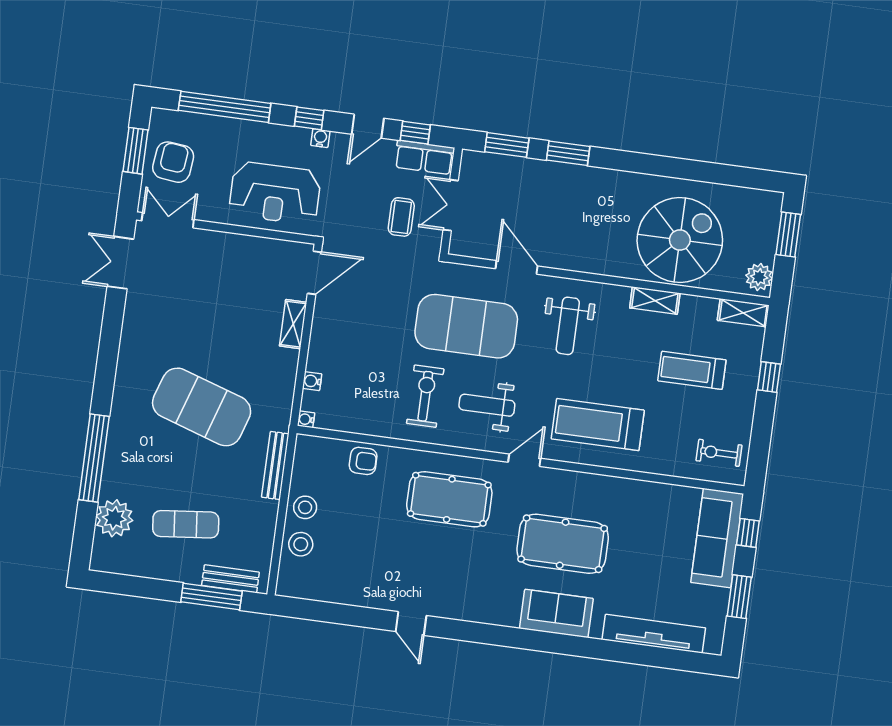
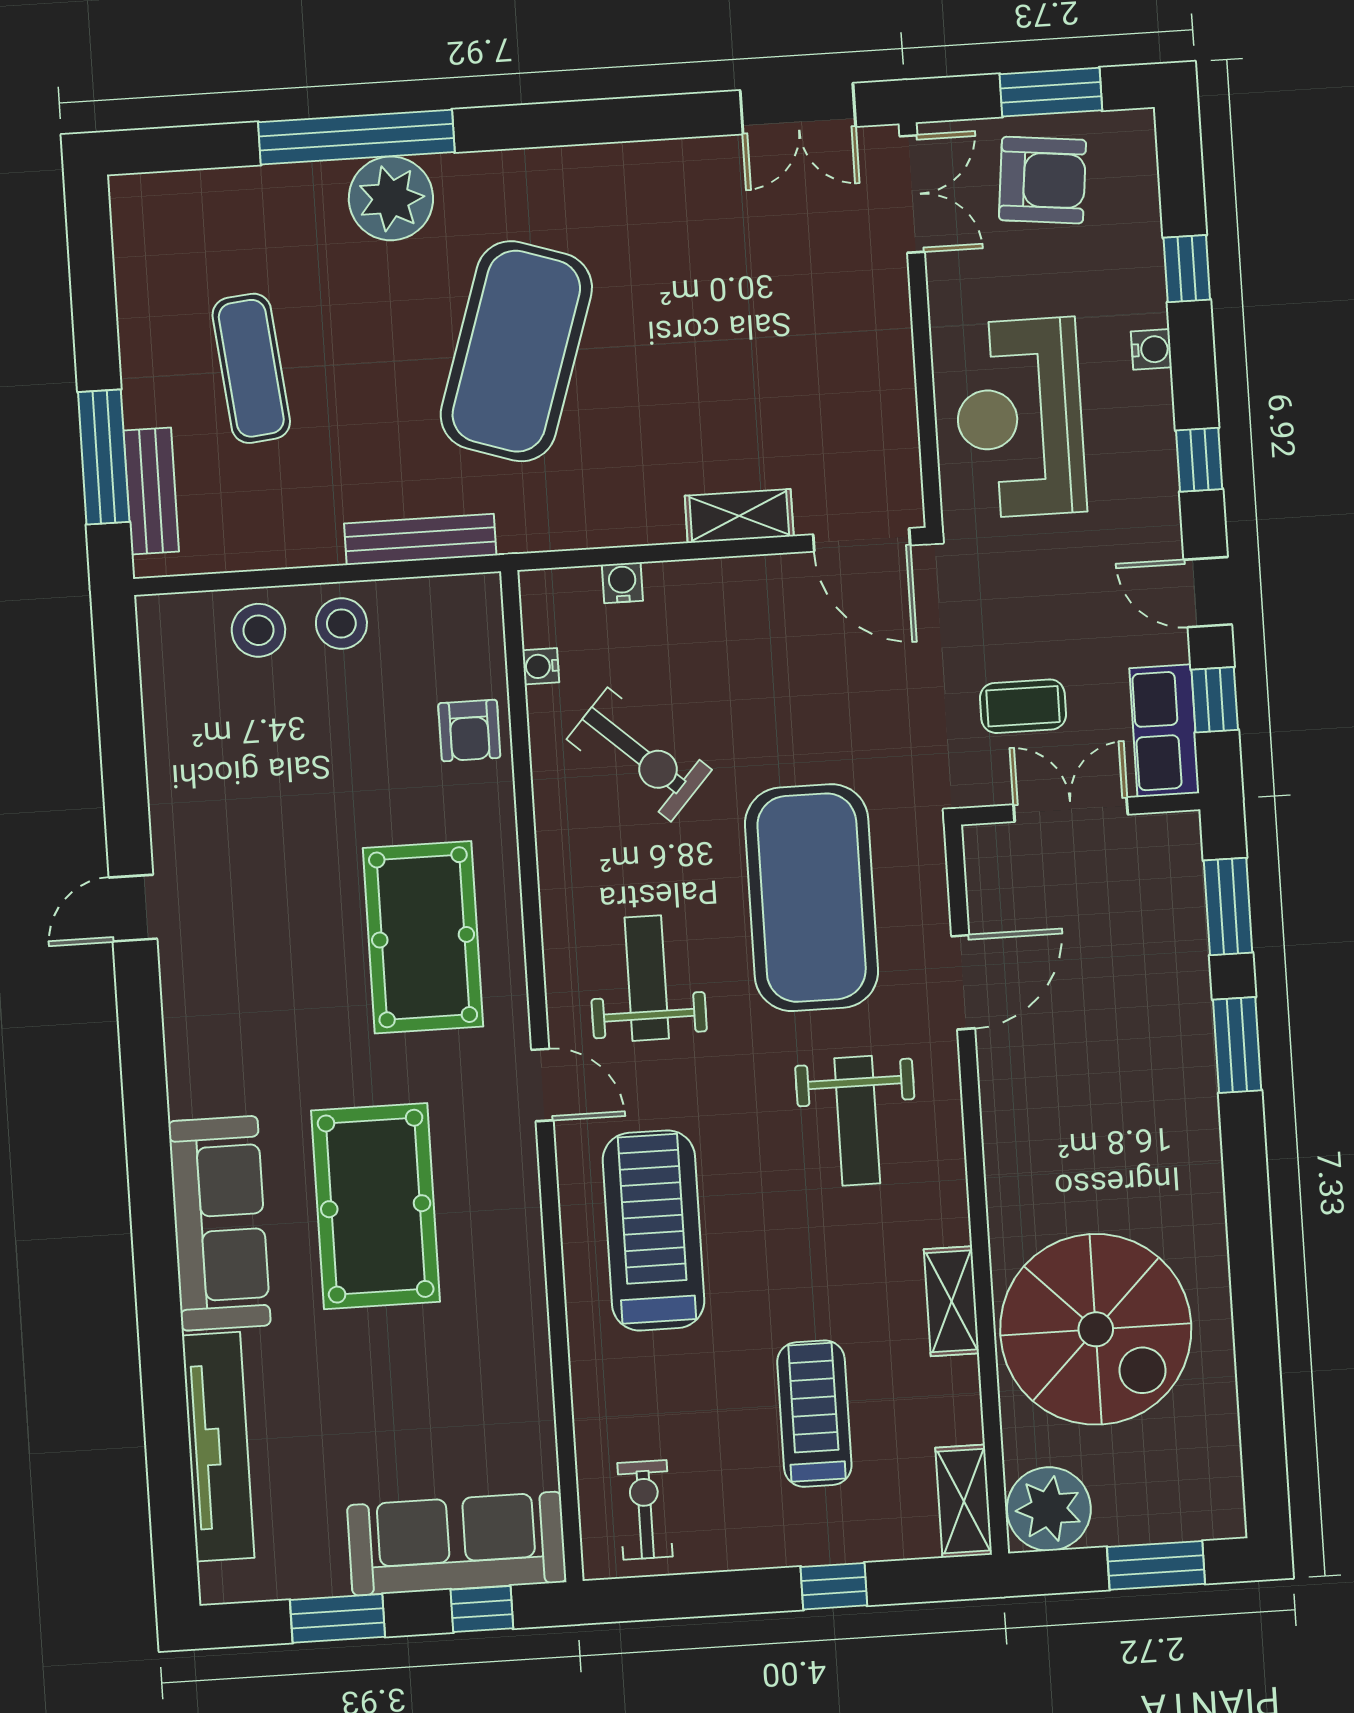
window: (225, 107) -> (1187, 269), width x0.32
water cooler: (320, 138) -> (1151, 349), moved
double door: (120, 263) -> (798, 109), swing flipped
plant: (759, 277) -> (1049, 1509), width x1.36, depth x1.36
weight bench: (568, 326) -> (857, 1121), turned -90
exercise bike: (425, 396) -> (639, 754), moved, turned 42
water cooler: (306, 419) -> (541, 666), moved, turned -90
plant: (114, 518) -> (391, 198), moved
sofa: (556, 613) -> (219, 1223), width x1.36

